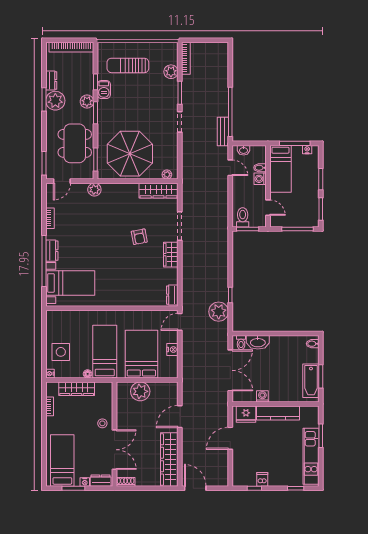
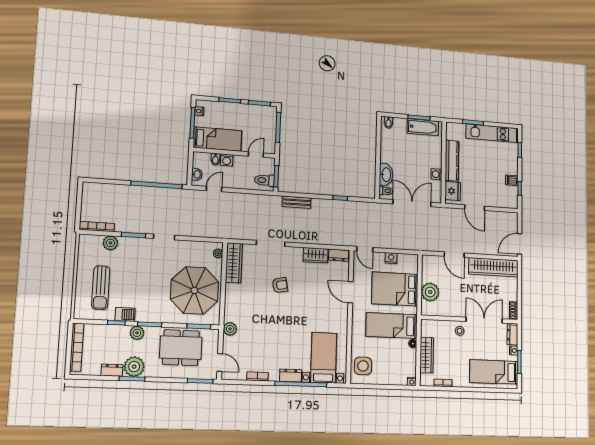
bench: (223, 132) -> (296, 202), moved
wardrobe: (171, 255) -> (316, 255), moved
door: (136, 308) -> (350, 292), added
plant: (219, 312) -> (356, 210), removed
side table: (61, 352) -> (363, 366), moved

